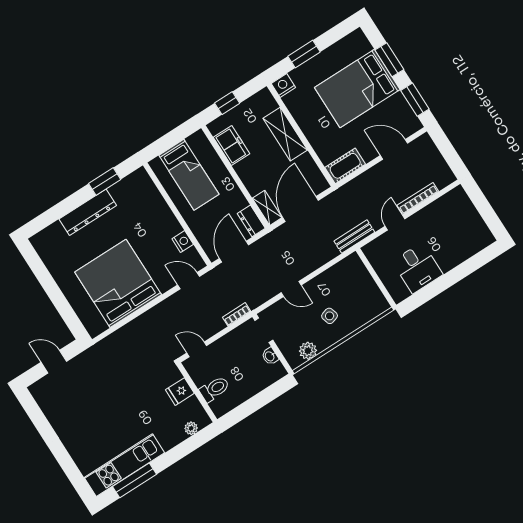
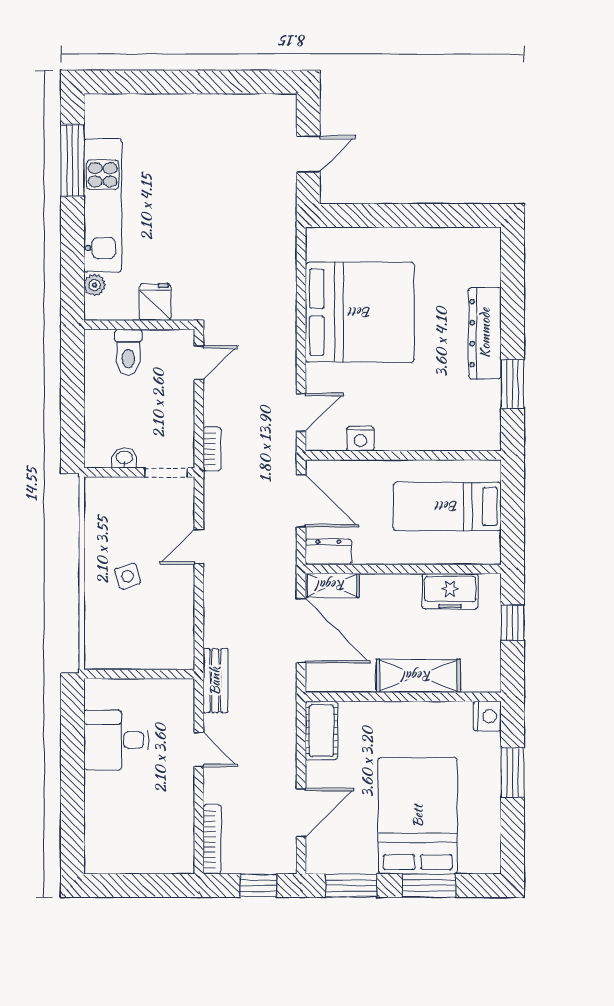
window: (445, 147) -> (258, 886), added
bookcase: (418, 198) -> (212, 839), moved
plant: (308, 351) -> (98, 515), removed
kitchen unit: (124, 465) -> (103, 205), moved

